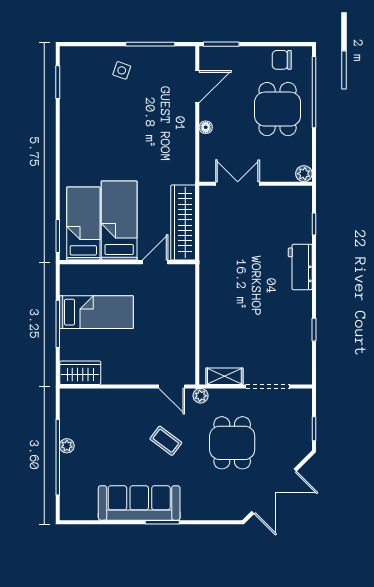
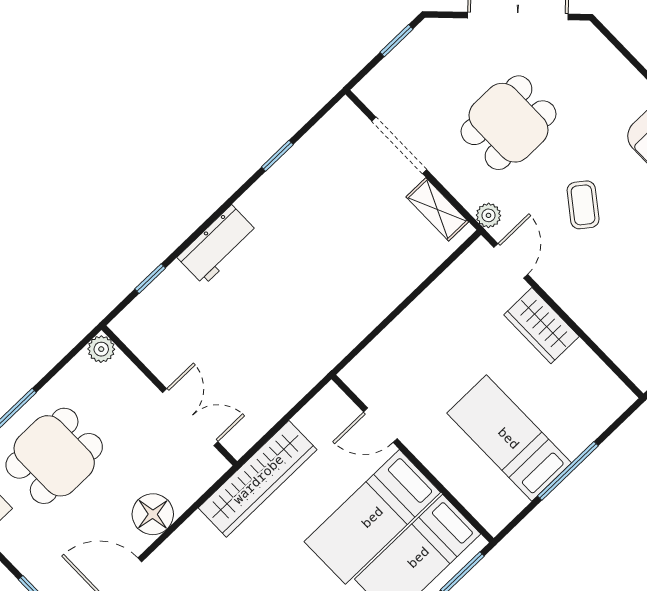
floor lamp: (206, 127) -> (153, 514), width x1.89, depth x1.89
double door: (238, 184) -> (190, 417), swing flipped
wardrobe: (183, 222) -> (258, 479), moved
wardrobe: (80, 373) -> (541, 326), moved

